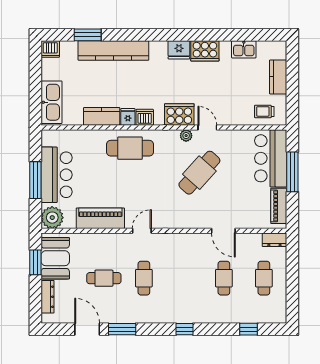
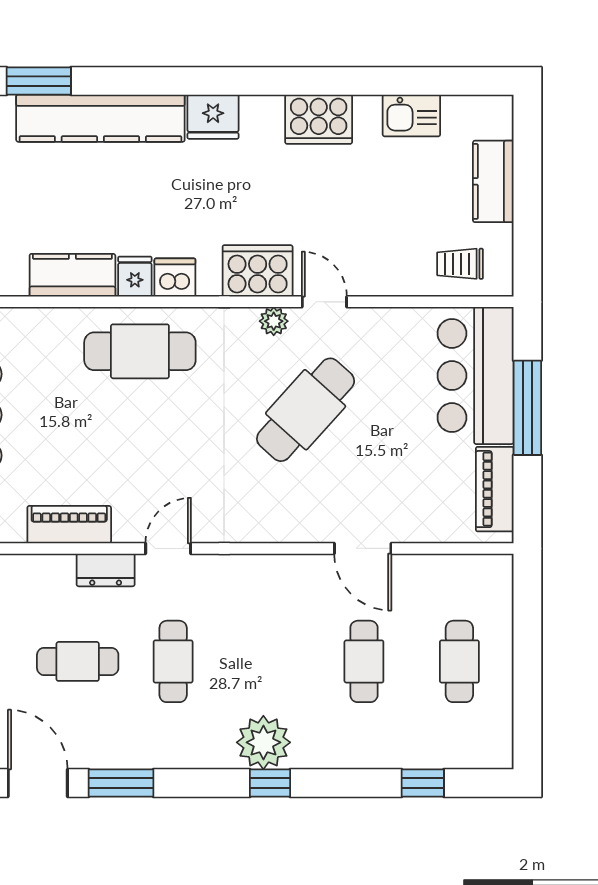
fridge: (179, 50) -> (213, 117), moved
piano: (100, 218) -> (69, 525), width x0.73, depth x0.75
dresser: (274, 240) -> (106, 570), moved
plant: (182, 312) -> (263, 742), added

